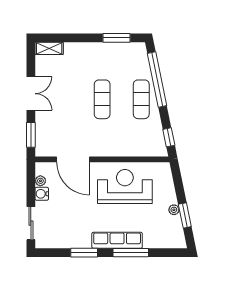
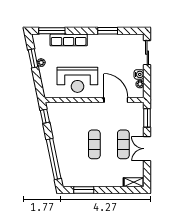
exercise mat: (141, 99) -> (123, 144), moved
row of seats: (117, 240) -> (69, 40), moved
window: (131, 253) -> (52, 31), moved

